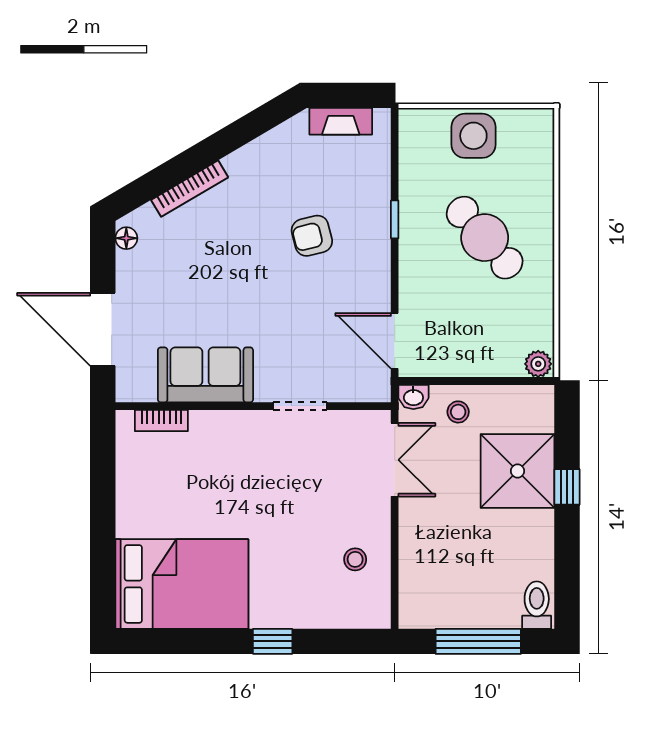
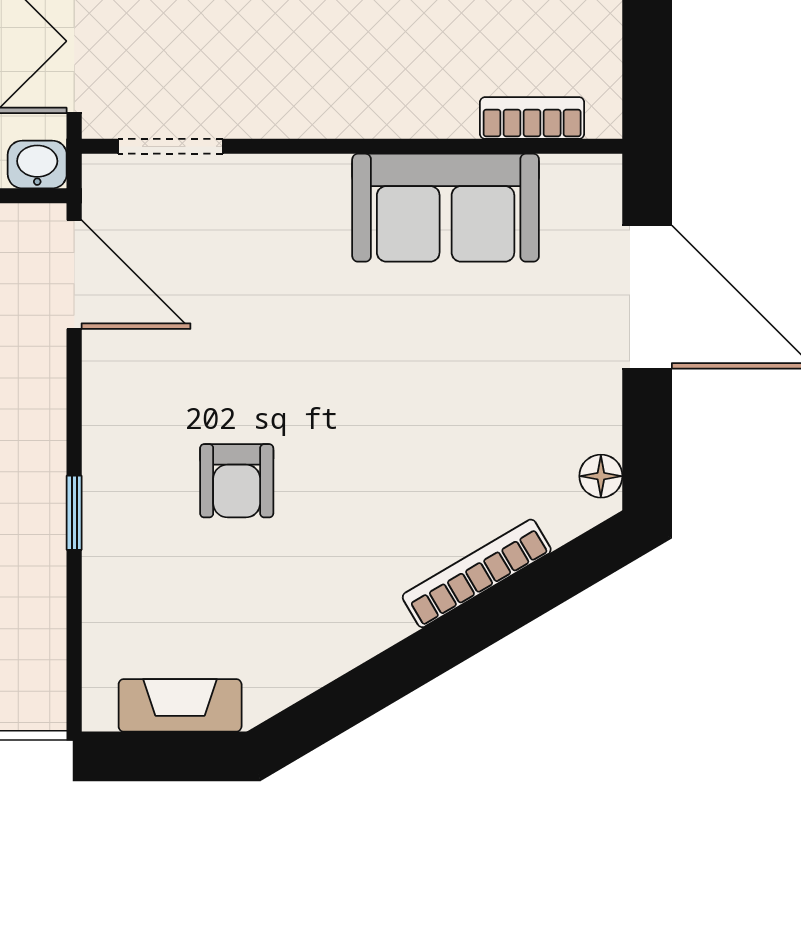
armchair: (312, 236) -> (237, 481), turned 104
doorway: (300, 406) -> (170, 146), moved

